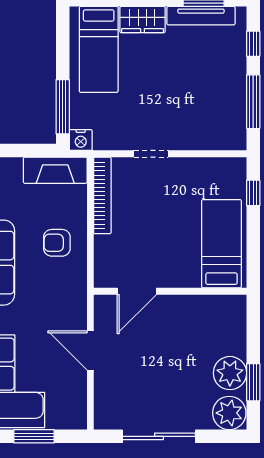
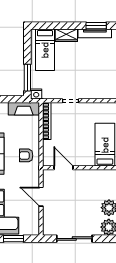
armchair: (57, 243) -> (26, 155), moved
door: (137, 291) -> (64, 168), swing flipped

